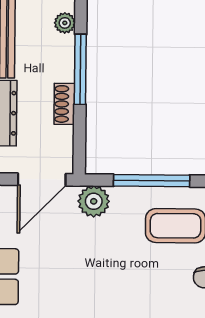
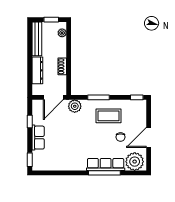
window: (80, 69) -> (69, 52), removed
window: (152, 181) -> (98, 97), width x0.69

